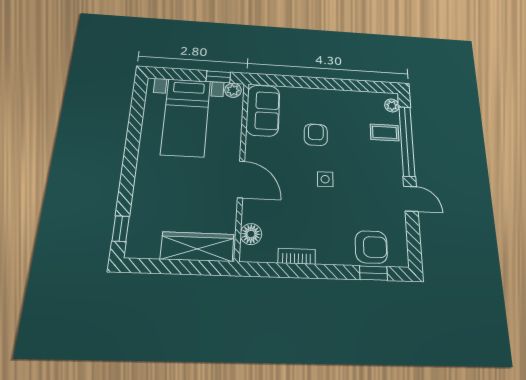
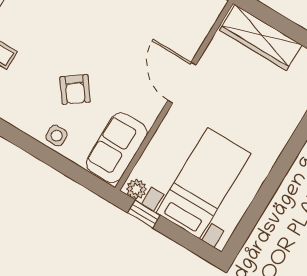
armchair: (316, 135) -> (75, 89), turned -36
side table: (325, 179) -> (57, 136), moved
floor lamp: (251, 234) -> (202, 21), removed

